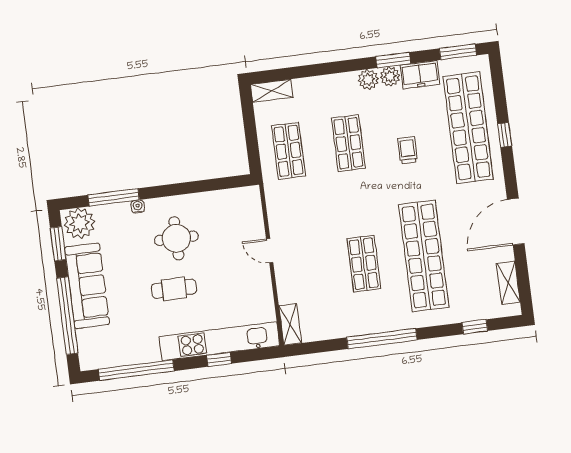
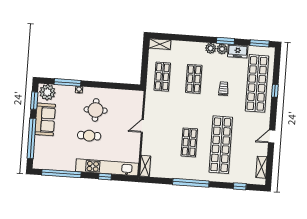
door: (516, 222) -> (272, 137), width x0.53
door: (270, 251) -> (142, 126), hinge flipped
sofa: (87, 286) -> (45, 119), width x0.73

